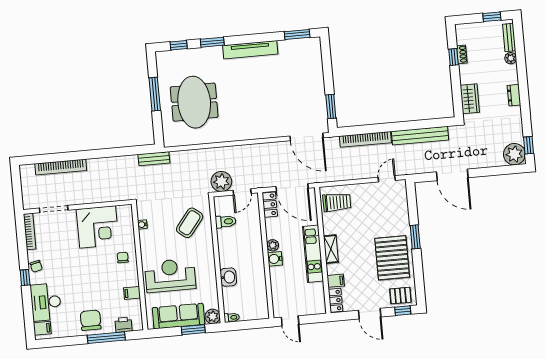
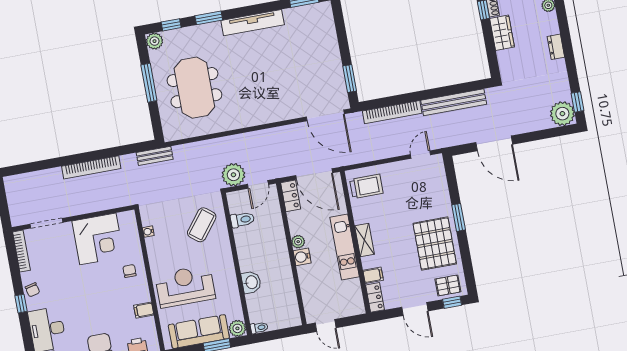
plant: (163, 58) -> (155, 41), added
wardrobe: (470, 99) -> (502, 33), moved
bookcase: (61, 167) -> (91, 167), moved

